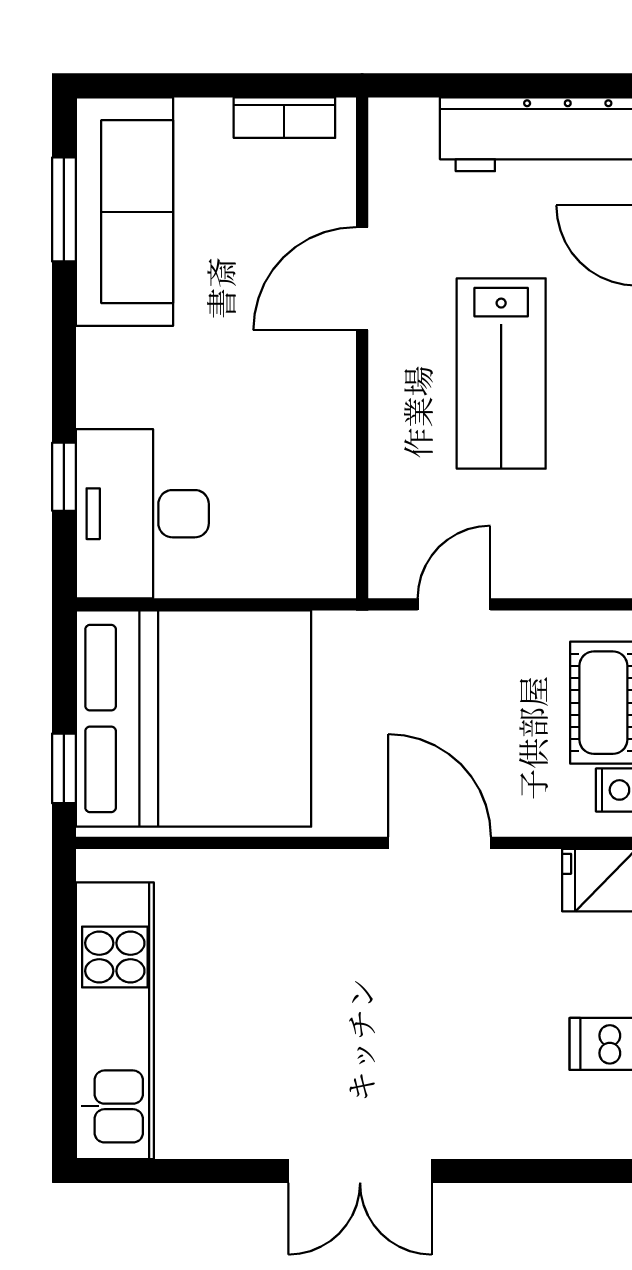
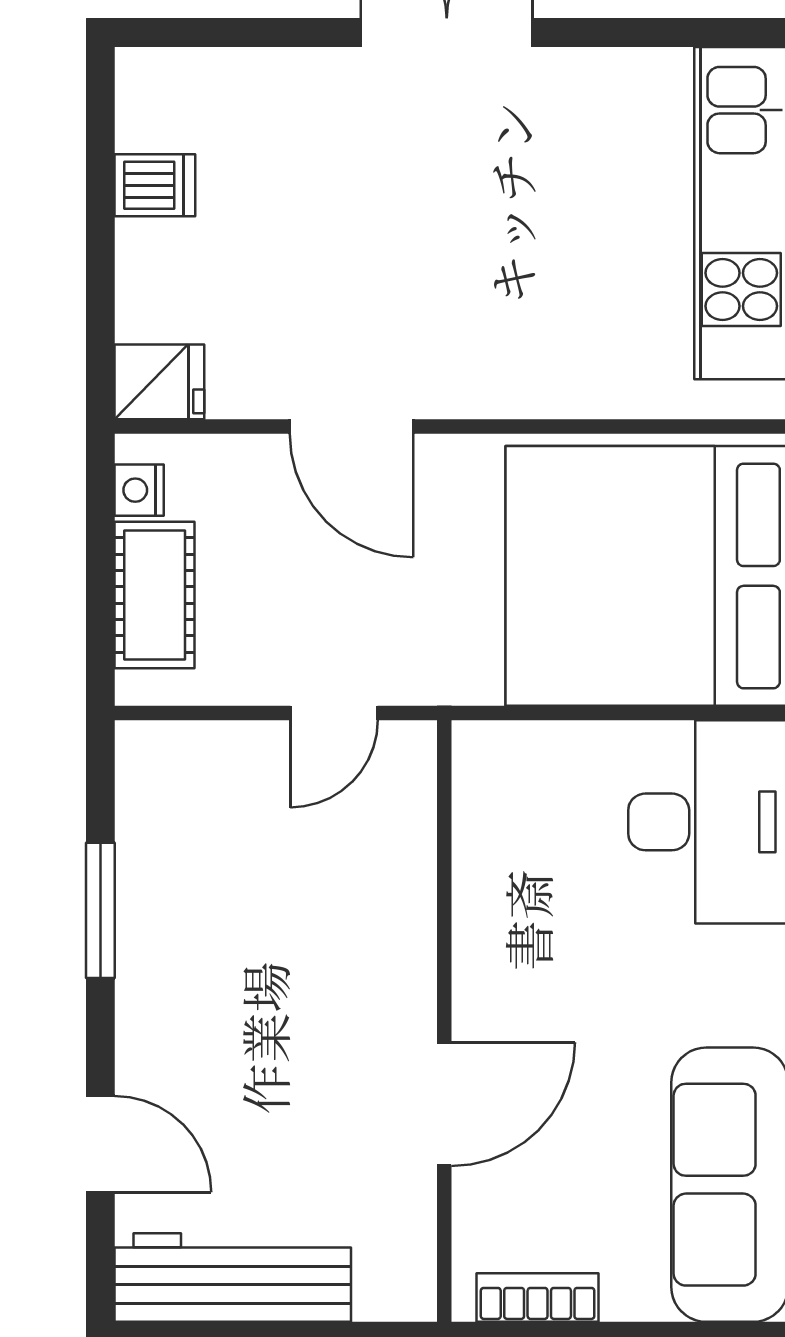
lab bench: (501, 374) -> (277, 990), removed

